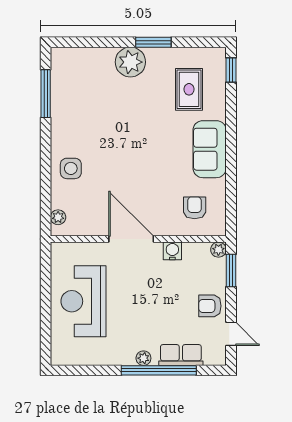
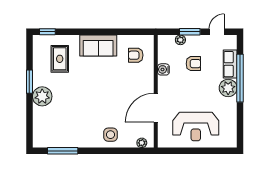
rug: (189, 89) -> (60, 59), turned 90
door: (131, 239) -> (156, 108), moved
plant: (218, 250) -> (180, 40), moved
window: (231, 270) -> (190, 32), moved
armchair: (210, 306) -> (193, 64), moved, turned -90
plant: (143, 358) -> (228, 88), width x1.87, depth x1.87

